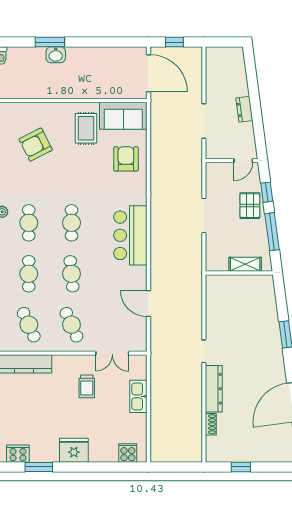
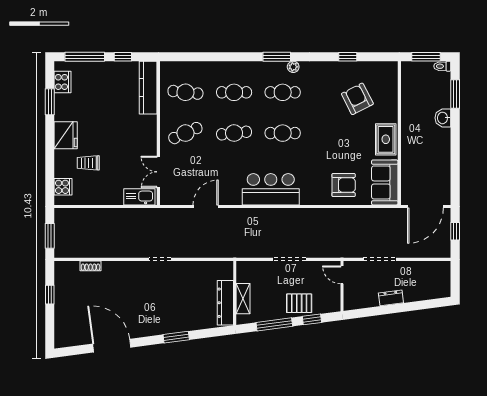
window: (50, 42) -> (455, 94), moved
rug: (86, 128) -> (386, 139), moved, turned 90
door: (243, 161) -> (342, 275), moved
cafe table: (29, 325) -> (185, 92), turned 30
trolley: (87, 386) -> (88, 163), moved
dresser: (214, 389) -> (225, 303), moved, turned 90
kitchen sink: (138, 396) -> (139, 197), moved
window: (179, 467) -> (50, 236), added

